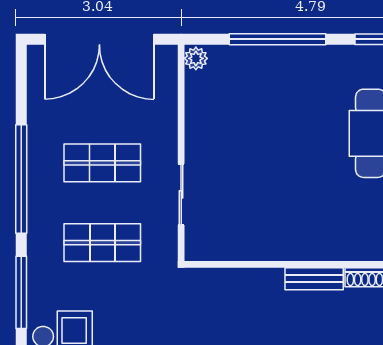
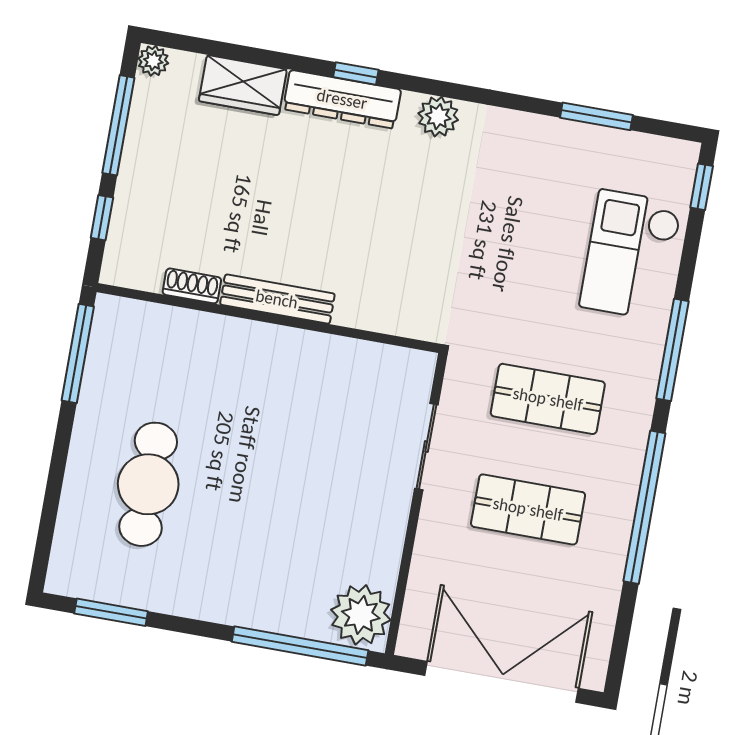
window: (278, 39) -> (300, 646), moved
plant: (196, 58) -> (361, 615), width x1.87, depth x1.87
bench: (314, 279) -> (277, 299), width x1.36

